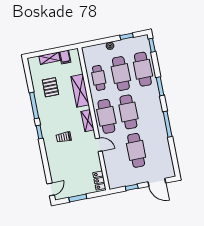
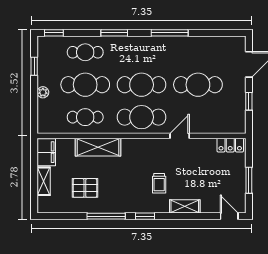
filing cabinet: (65, 57) -> (46, 152), width x2.00
cafe table: (143, 69) -> (85, 52), width x0.73, depth x0.74
shelving: (88, 121) -> (185, 206), moved

